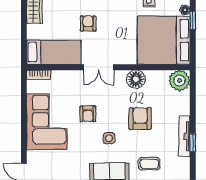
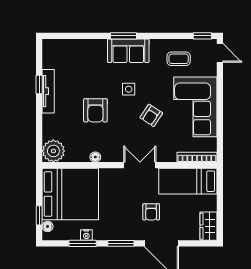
bookcase: (39, 75) -> (197, 157), width x1.56
floor lamp: (136, 79) -> (95, 157), width x0.53, depth x0.53
armchair: (88, 114) -> (151, 115), turned -147
coffee table: (149, 164) -> (179, 59), moved

